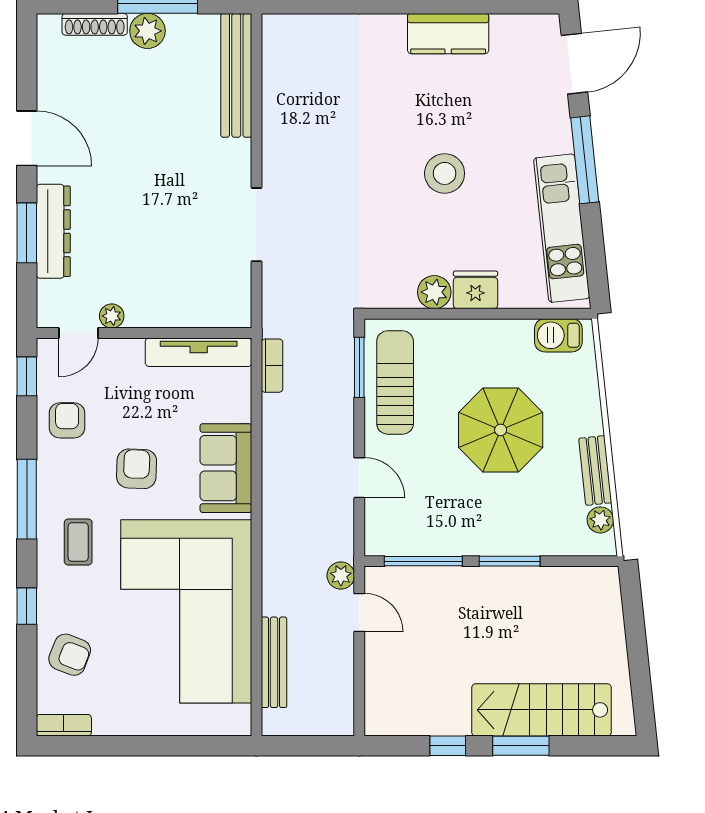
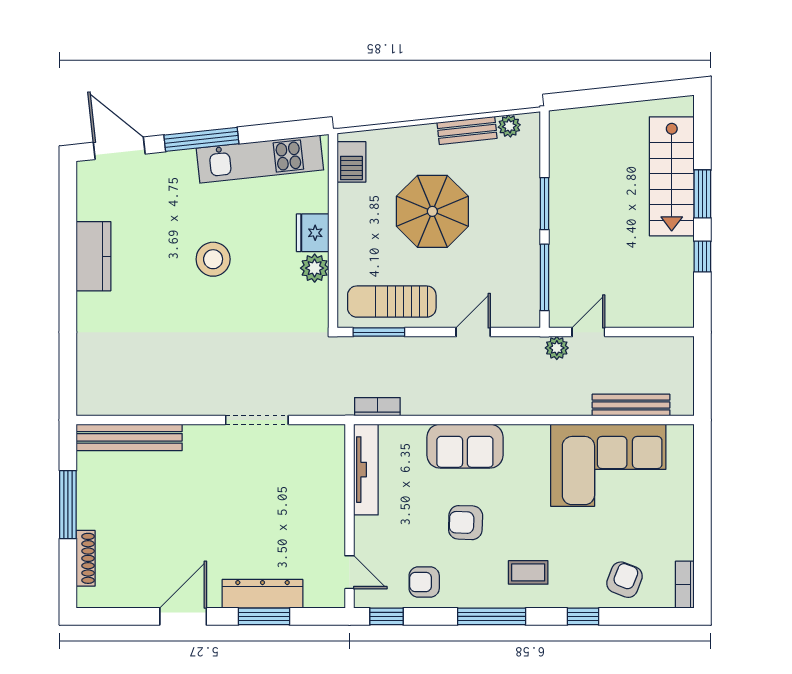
plant: (147, 31) -> (91, 513), removed
plant: (112, 316) -> (335, 544), removed
corner sofa: (186, 611) -> (608, 465), width x0.73, depth x0.74

